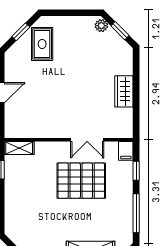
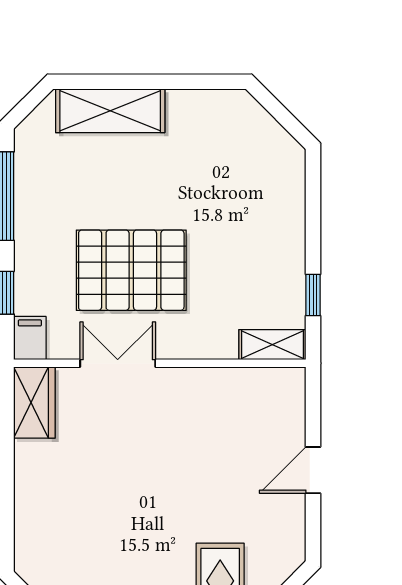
wardrobe: (124, 91) -> (34, 403), moved

